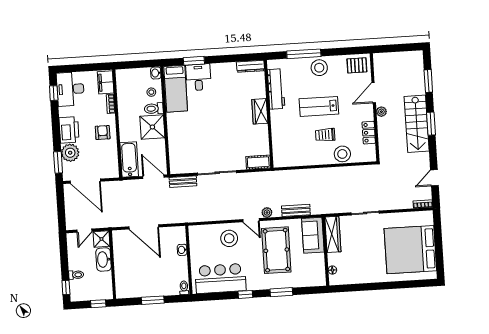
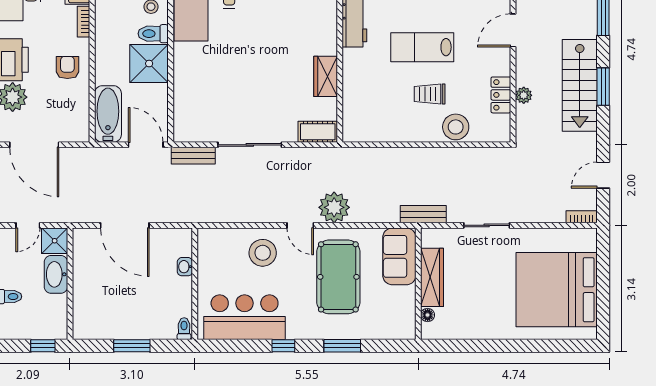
wardrobe: (260, 111) -> (326, 76), moved
plant: (381, 112) -> (524, 95), moved
bench: (296, 210) -> (423, 214), moved
plant: (267, 213) -> (334, 207), width x1.88, depth x1.88
wardrobe: (333, 234) -> (432, 277), moved

